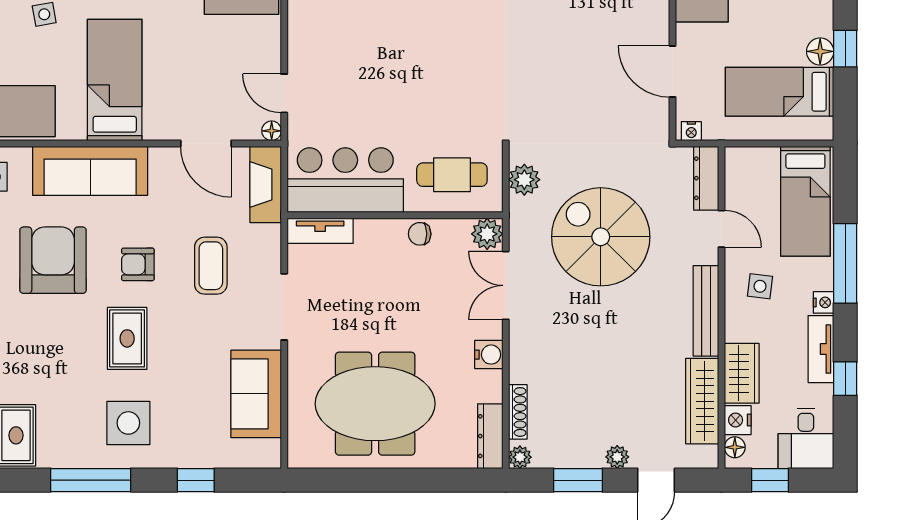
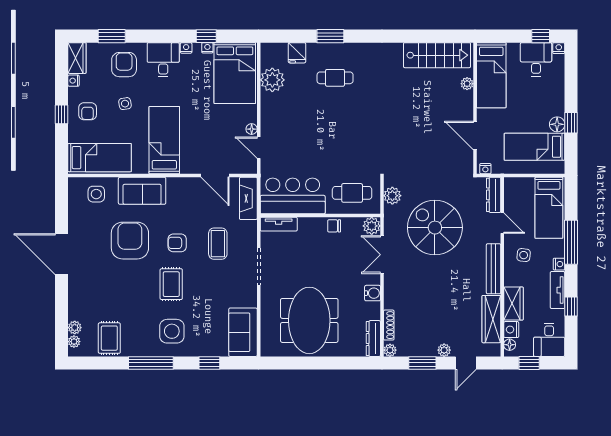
floor lamp: (272, 131) -> (252, 129), moved
sofa: (90, 171) -> (142, 191), width x0.73
sofa: (256, 394) -> (243, 332), moved
meeting table: (375, 404) -> (309, 320), turned 90

